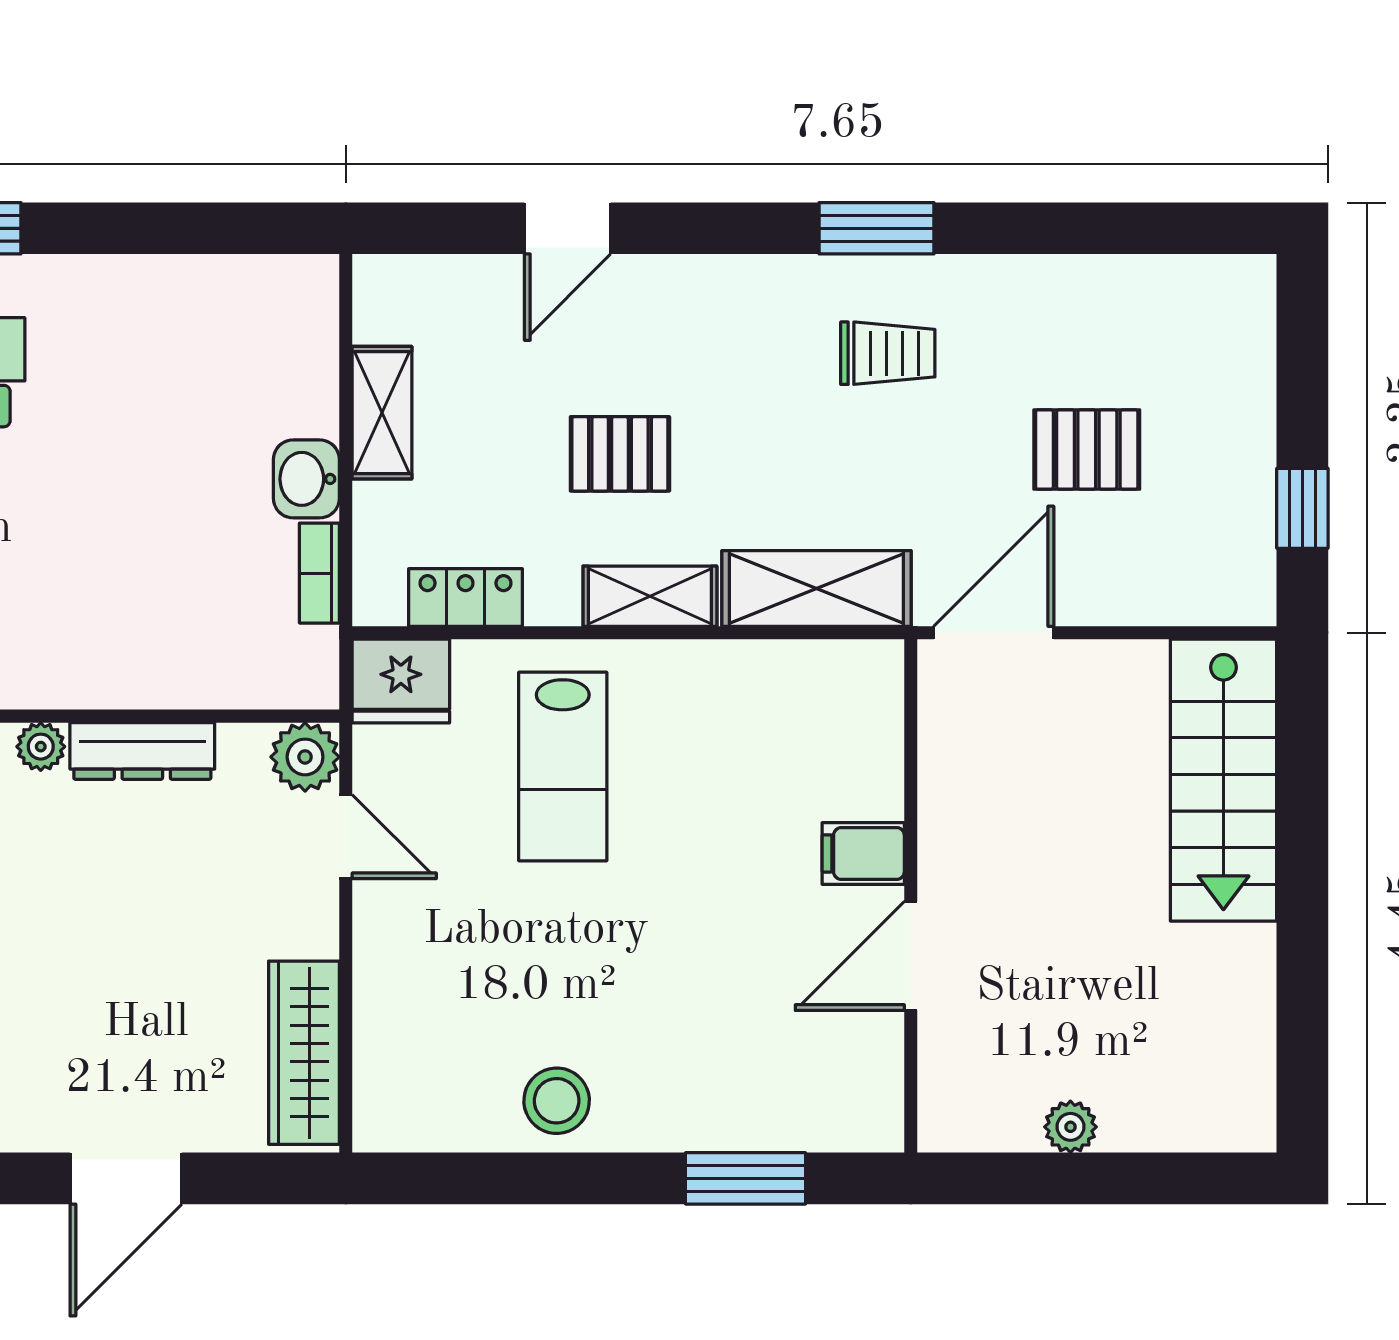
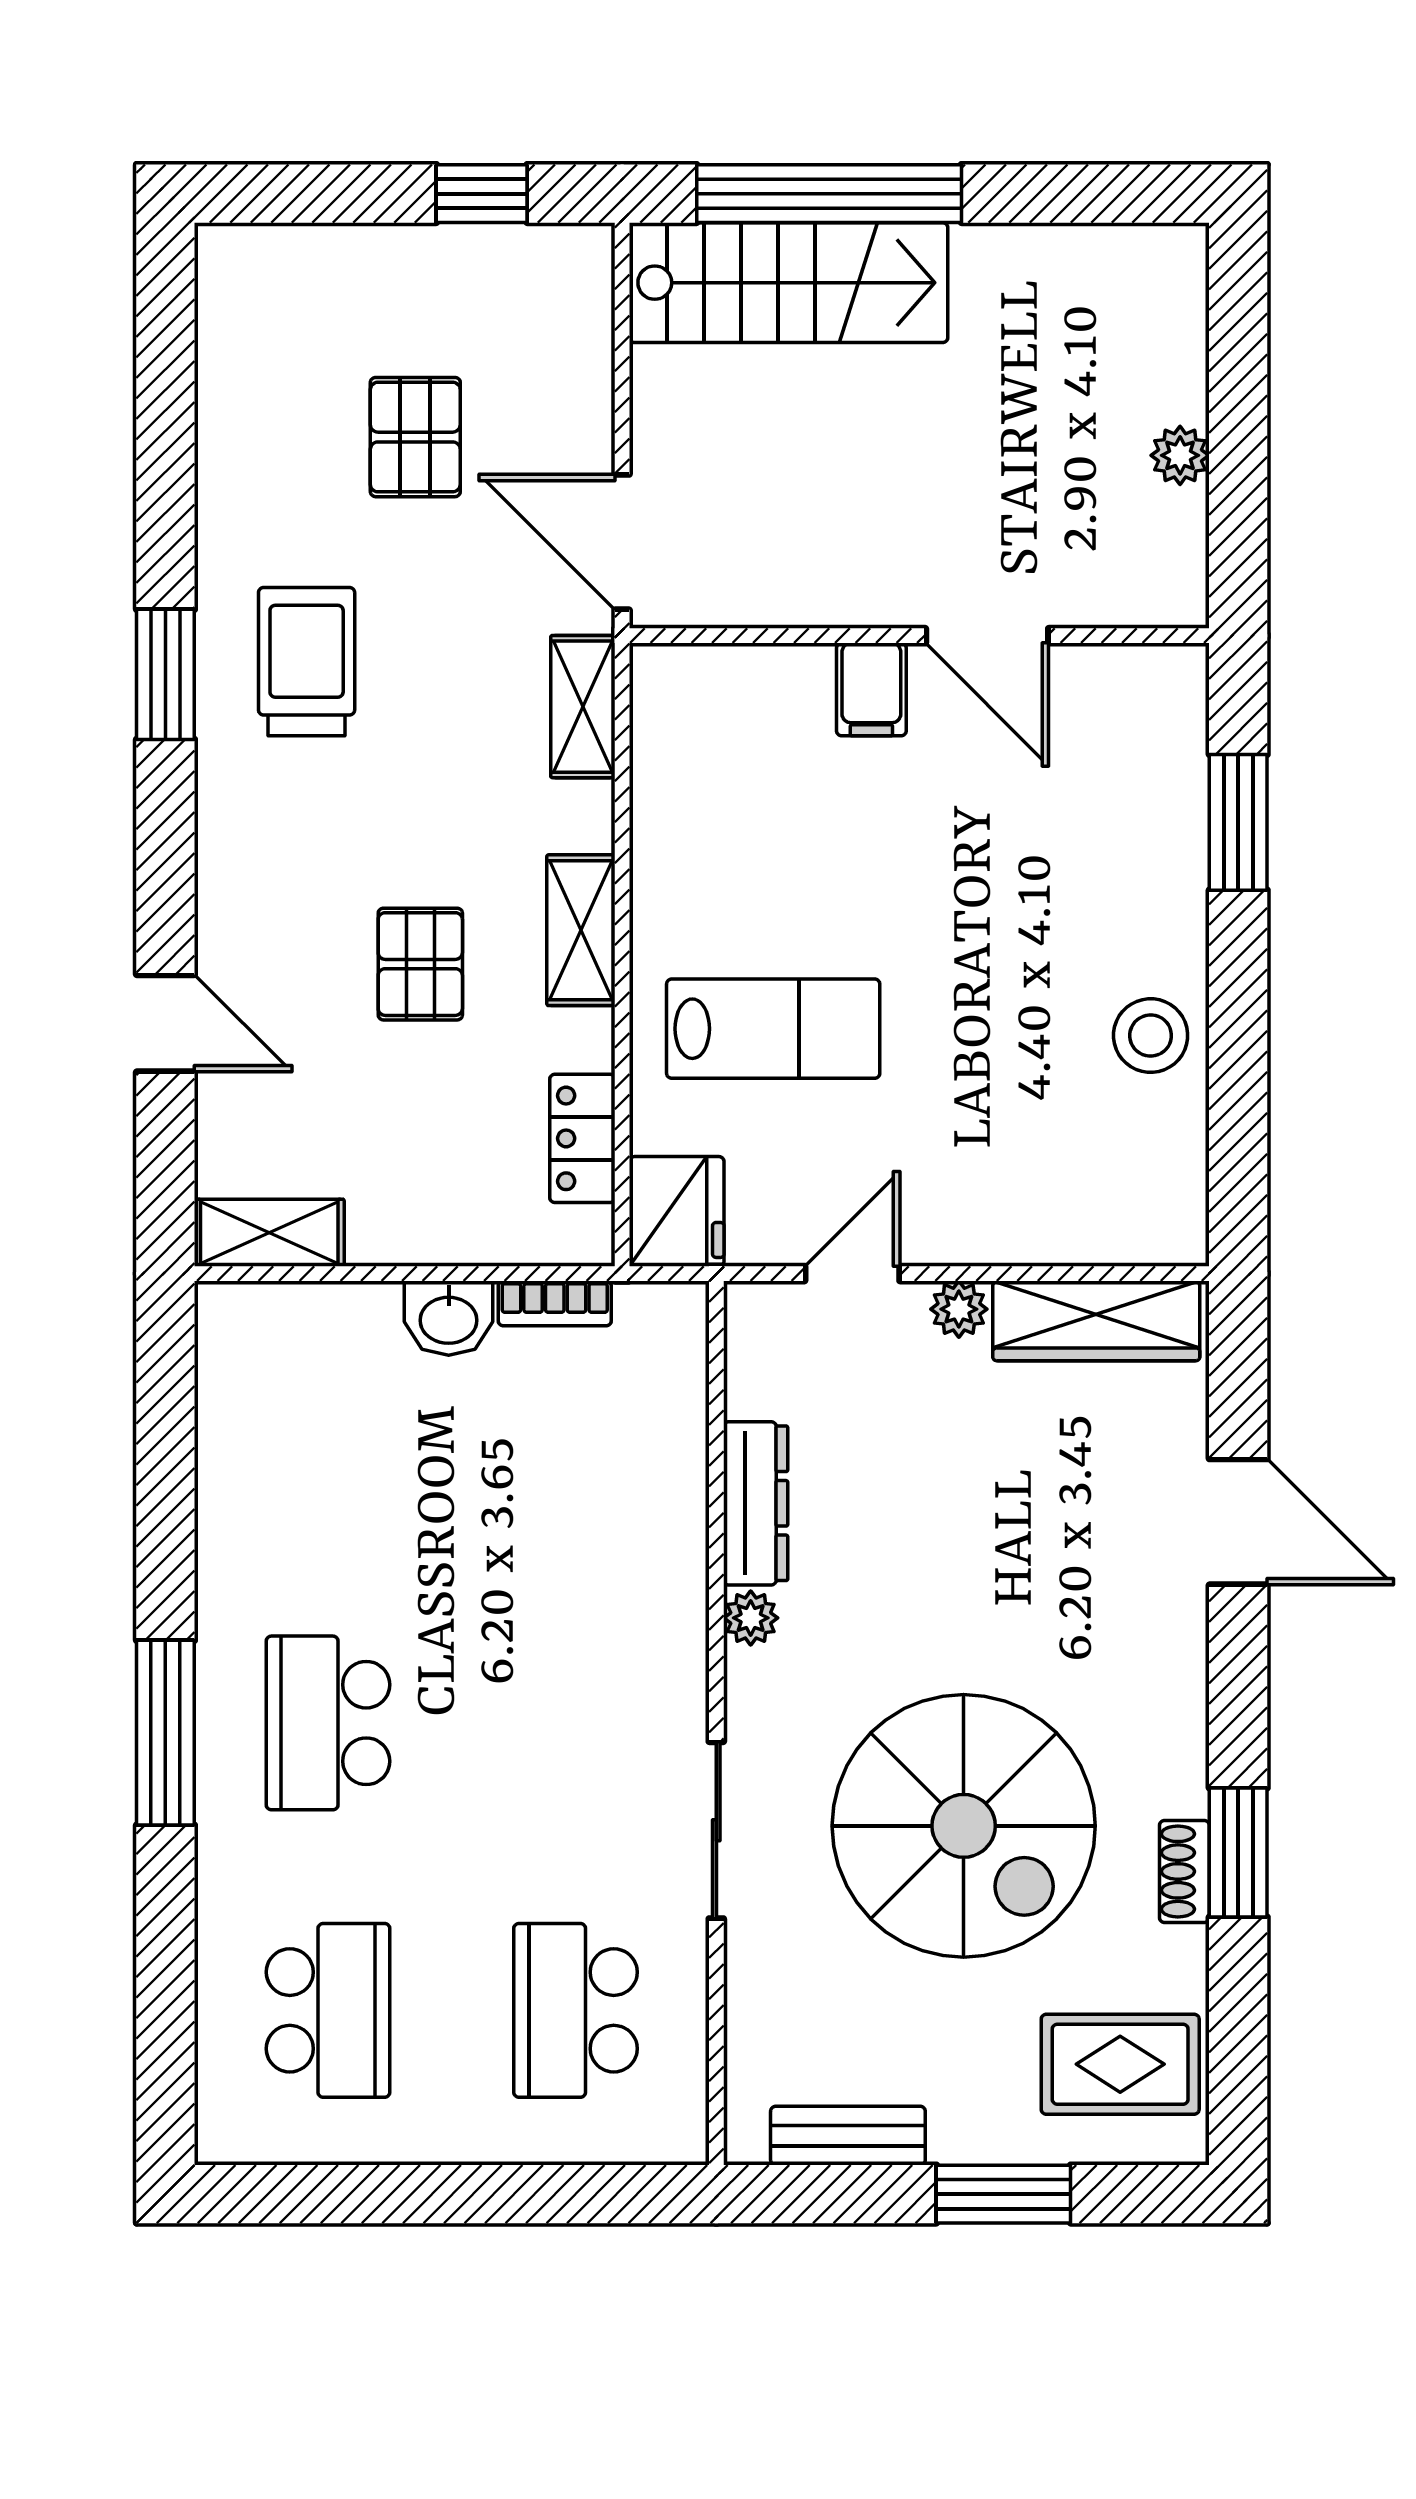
trolley: (888, 353) -> (307, 662), width x1.36, depth x1.39
shelving: (382, 413) -> (269, 1233), moved
shelving: (816, 588) -> (583, 707), width x0.67, depth x0.75
plant: (305, 757) -> (959, 1309), moved, width x0.73, depth x0.73
window: (1302, 816) -> (829, 194), added

